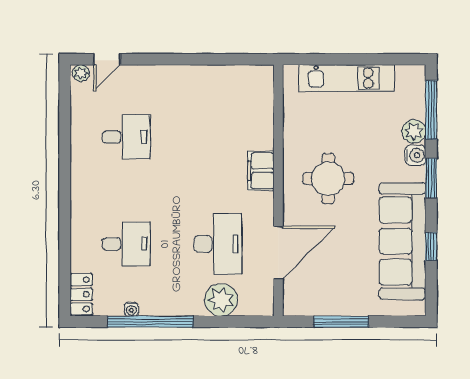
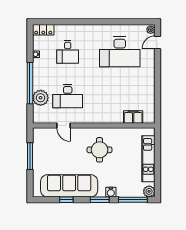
door: (107, 59) -> (157, 42), hinge flipped
plant: (414, 131) -> (149, 191), moved
desk: (126, 137) -> (120, 52), width x1.87, depth x1.30
filing cabinet: (261, 171) -> (133, 117), moved
door: (278, 253) -> (64, 126), width x0.53
window: (150, 322) -> (30, 83), moved

